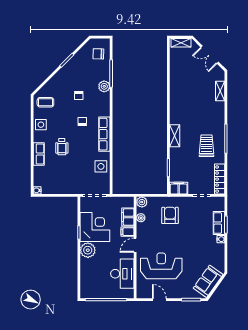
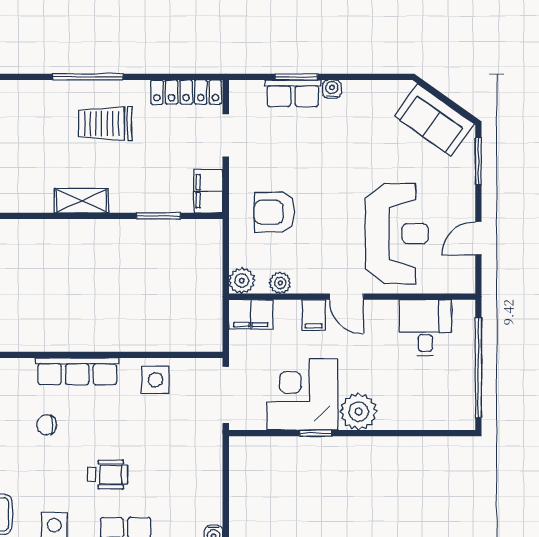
filing cabinet: (128, 217) -> (251, 314), moved
reception desk: (161, 266) -> (397, 234), turned 180
desk: (122, 274) -> (425, 328), width x0.73

